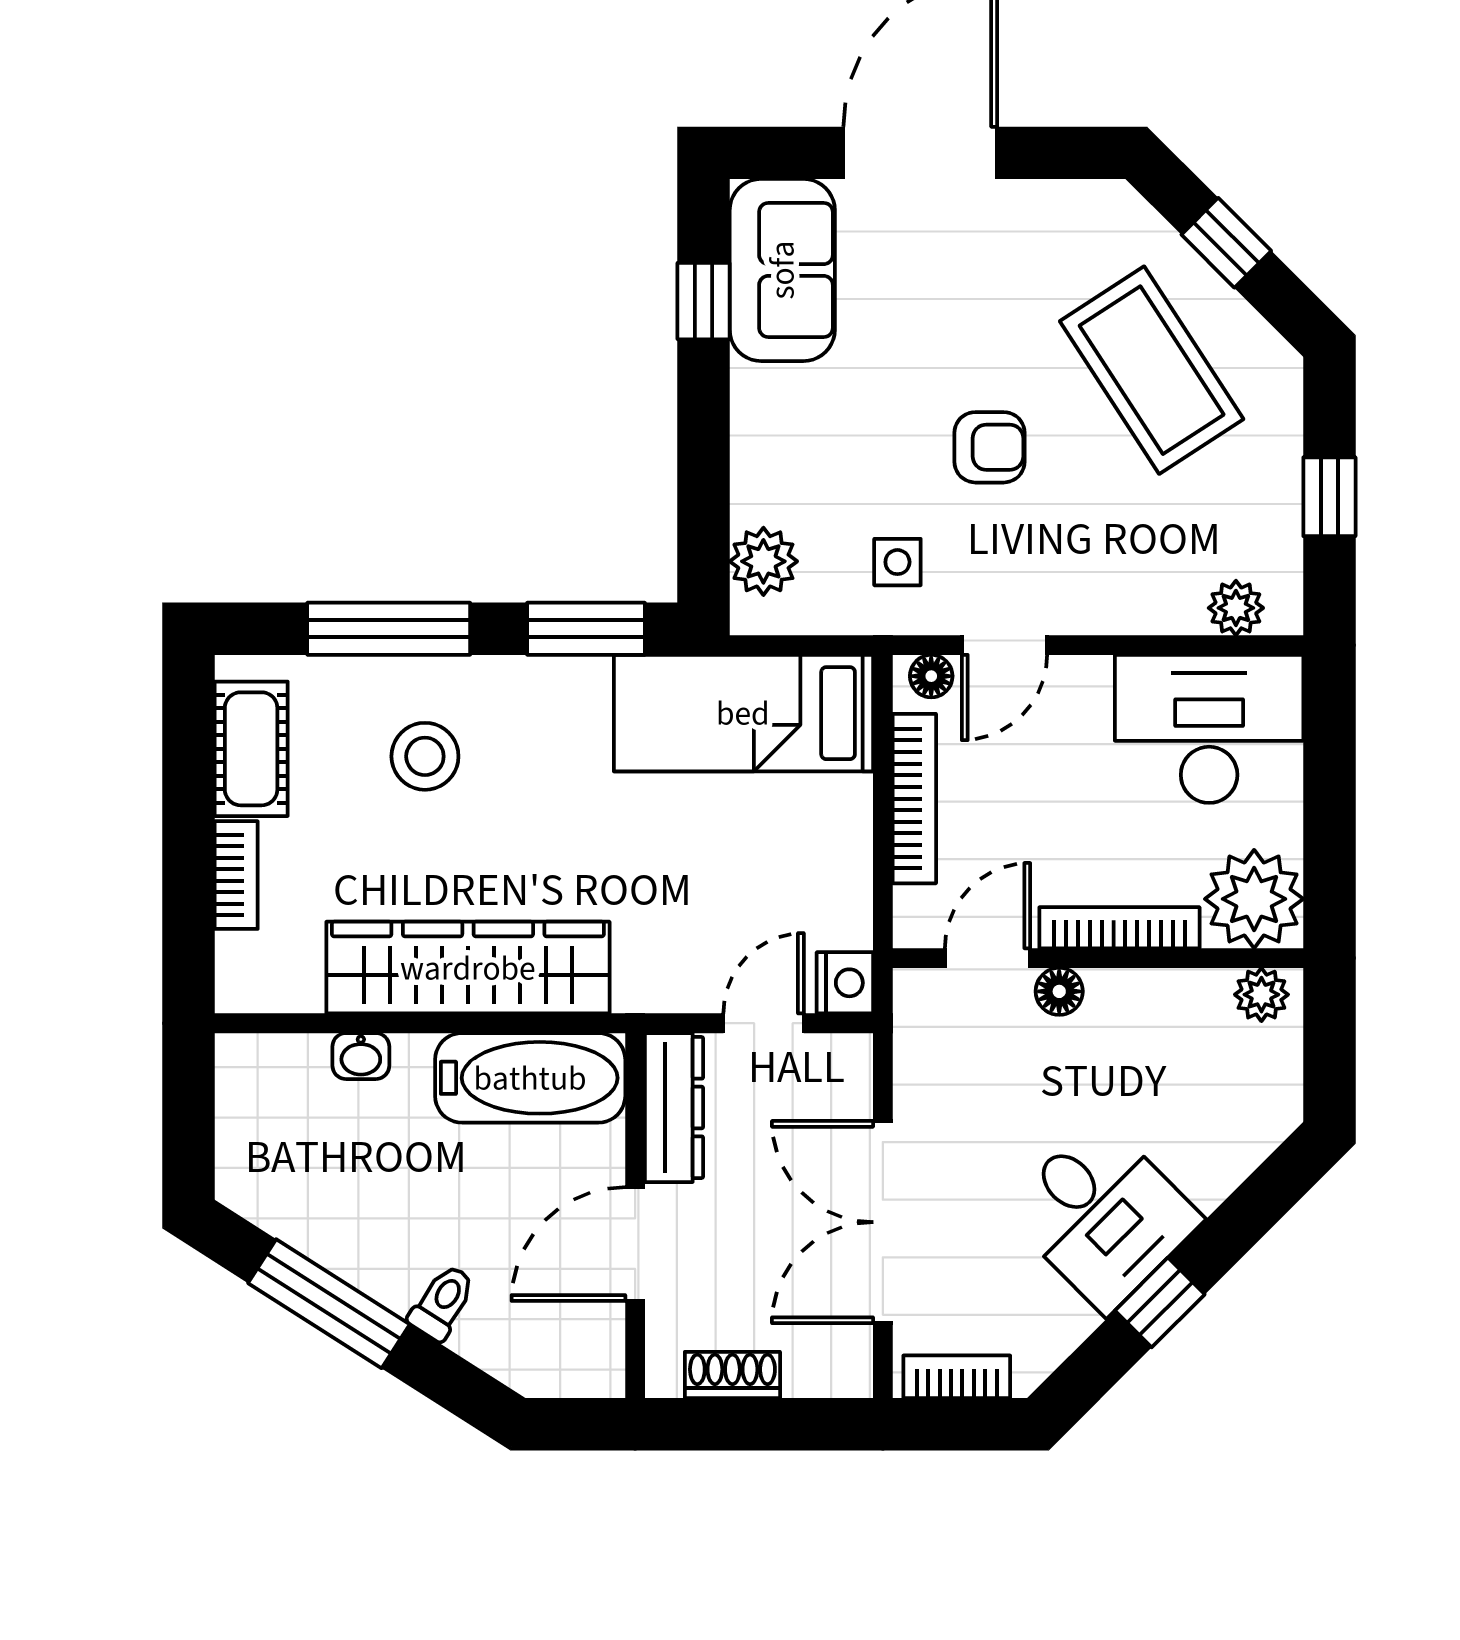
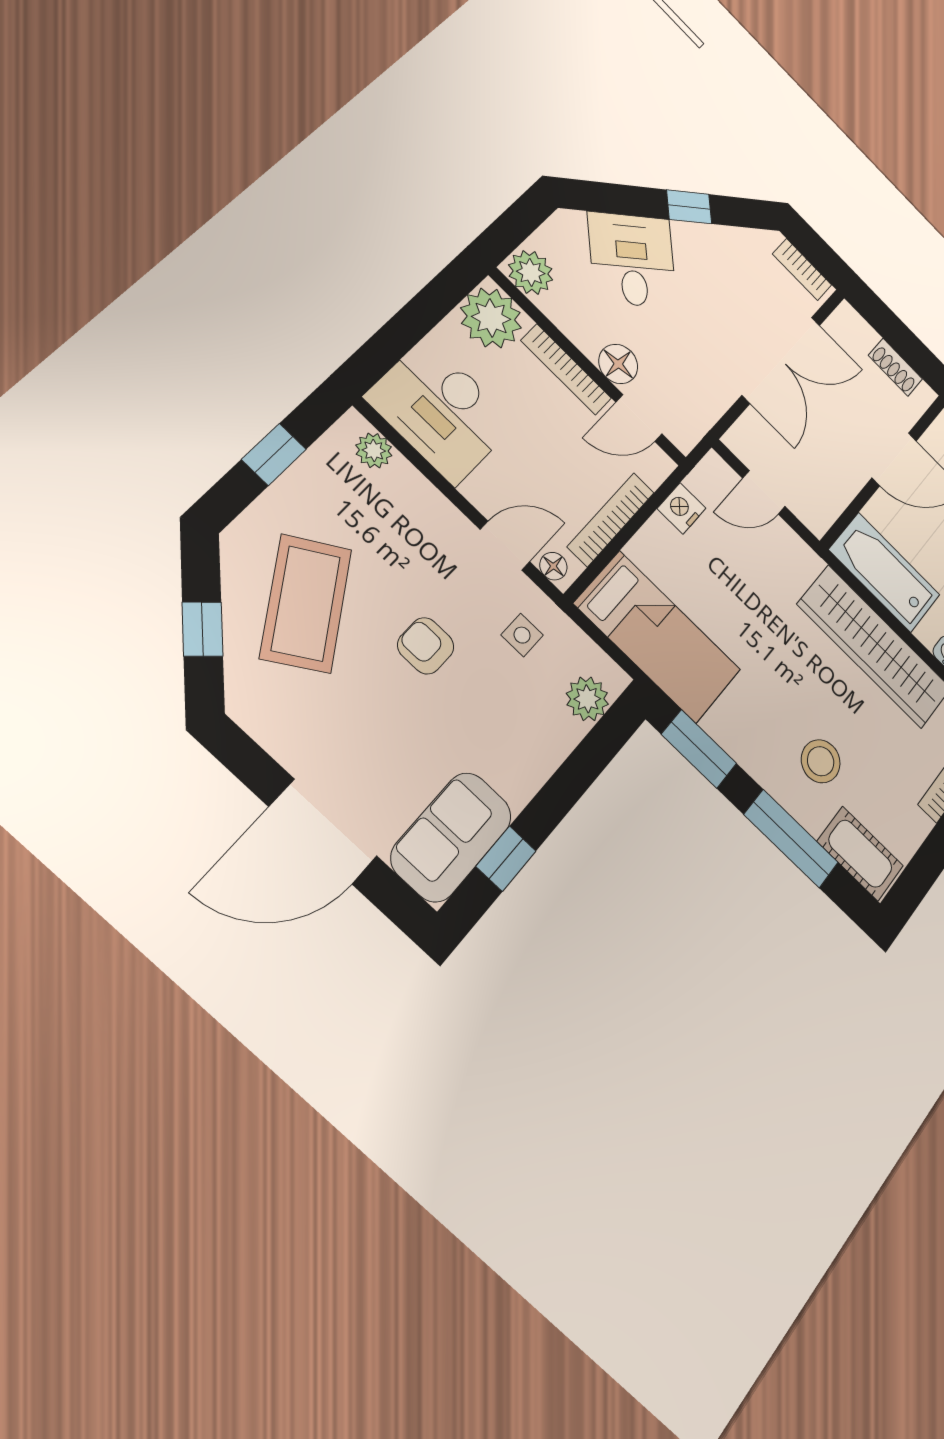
cot: (251, 749) -> (860, 854), moved, turned 90
nightstand: (845, 983) -> (681, 508), moved
floor lamp: (1059, 991) -> (618, 364), width x1.37, depth x1.37
plant: (1261, 995) -> (531, 272), width x1.38, depth x1.38
dresser: (674, 1108) -> (832, 497), removed
desk: (1102, 1215) -> (632, 260), moved

